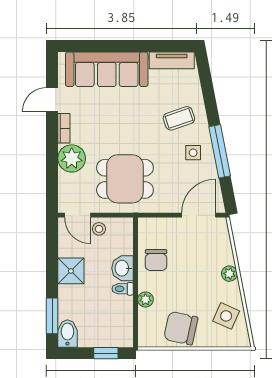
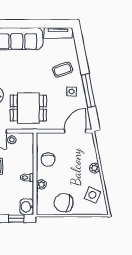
washbasin: (122, 268) -> (27, 207), moved

